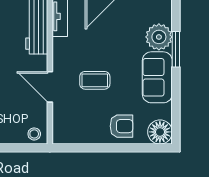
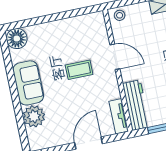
window: (176, 49) -> (18, 109), removed
armchair: (121, 126) -> (49, 37), removed

